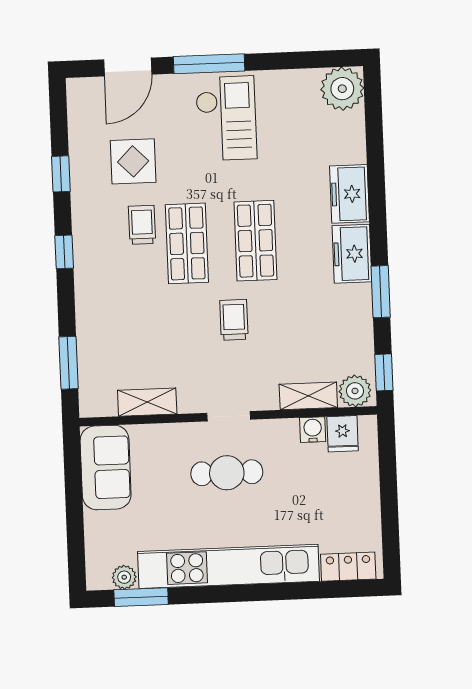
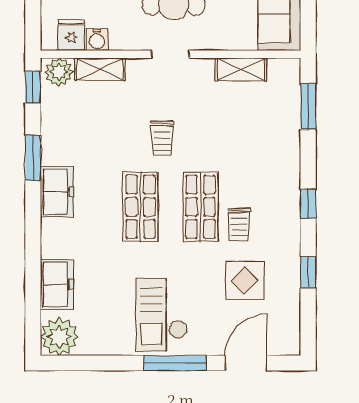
freezer: (349, 194) -> (57, 285), moved

